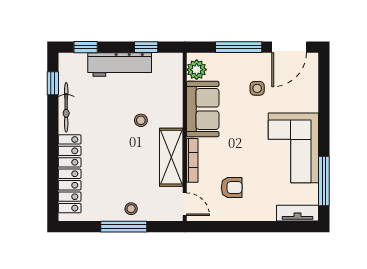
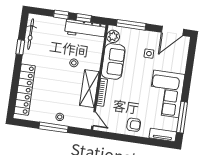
window: (86, 47) -> (61, 15), moved
window: (239, 47) -> (131, 25), moved
workbench: (120, 65) -> (85, 29), moved
window: (53, 83) -> (20, 47), moved
bicycle: (66, 107) -> (31, 34), moved
armchair: (232, 188) -> (134, 125), moved

